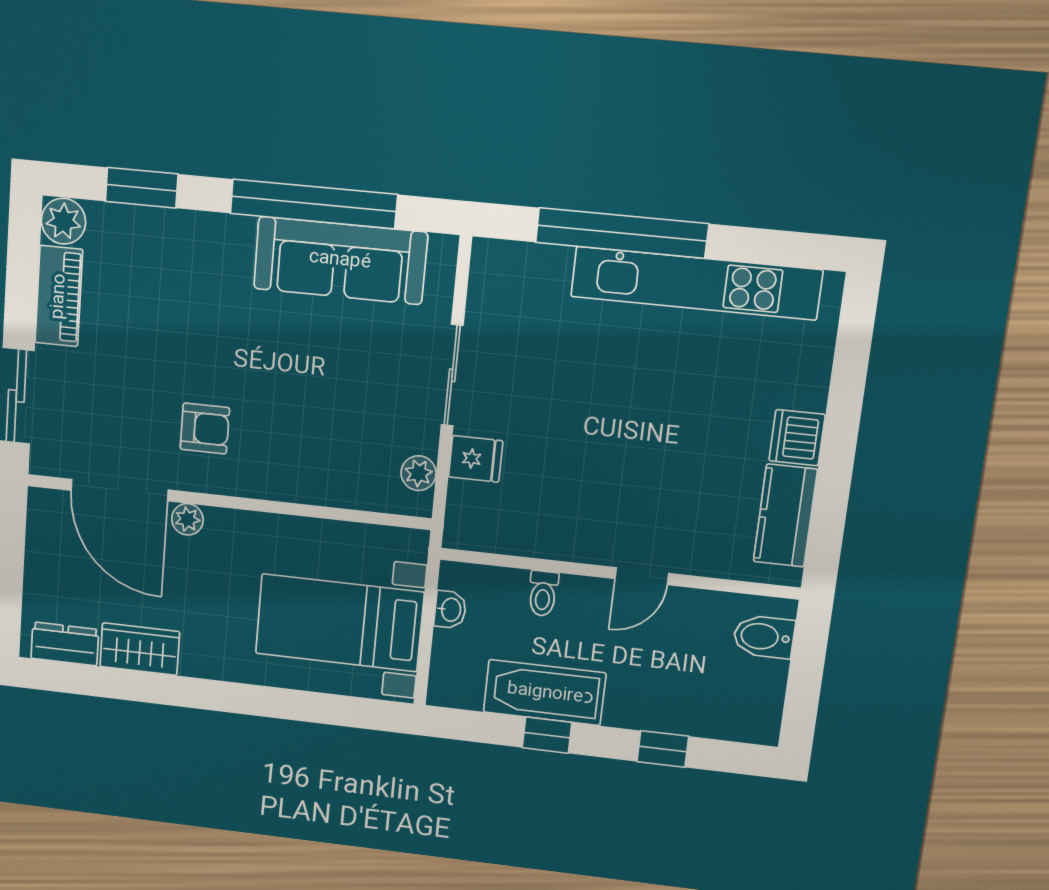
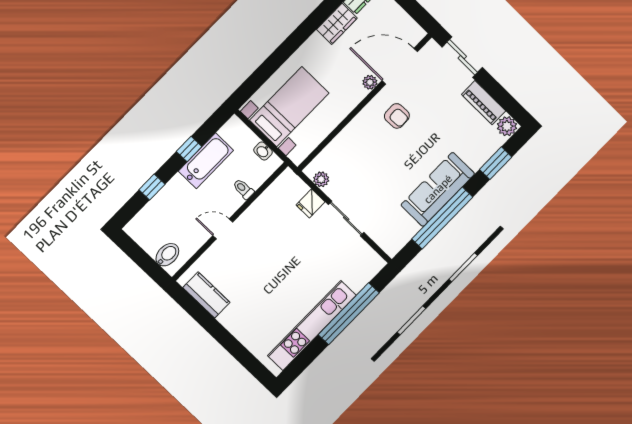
sofa: (340, 260) -> (438, 189), moved
armchair: (205, 428) -> (397, 116), turned -92
dishwasher: (797, 438) -> (231, 319), removed
door: (642, 576) -> (223, 229), hinge flipped

